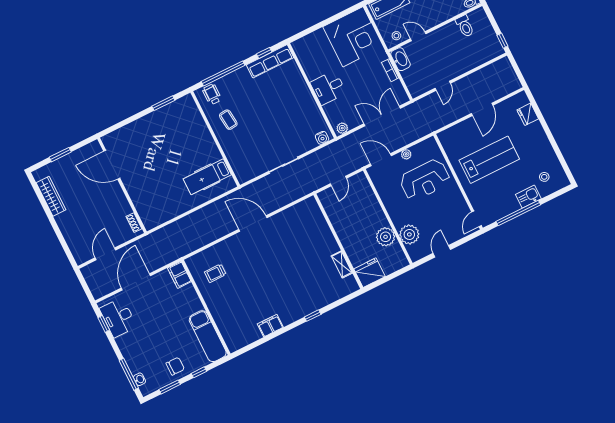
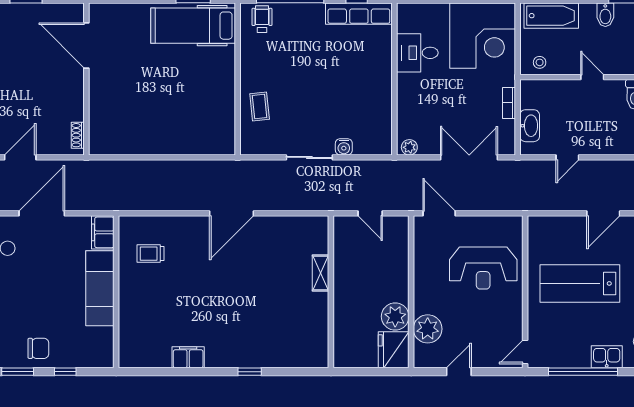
door: (418, 36) -> (592, 77), moved
washbasin: (400, 59) -> (530, 126), moved
desk: (328, 88) -> (417, 53), moved
coffee table: (228, 120) -> (260, 106), moved
water cooler: (322, 138) -> (344, 147), moved
plant: (406, 154) -> (475, 223), removed
lab bench: (489, 160) -> (580, 283), turned 180
hospital bed: (207, 177) -> (193, 26), moved, width x1.37, depth x1.29
door: (338, 181) -> (370, 213), hinge flipped
door: (253, 224) -> (232, 213), swing flipped
shelving: (342, 264) -> (321, 273), moved
fridge: (369, 273) -> (394, 350), moved, turned -90
exam couch: (208, 336) -> (100, 288), moved

